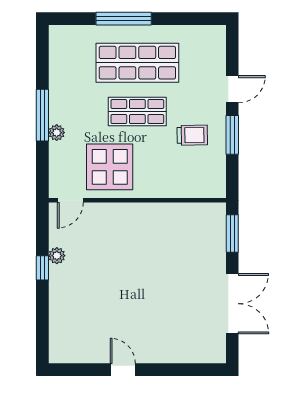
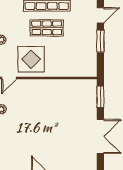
trolley: (192, 135) -> (78, 41), removed

